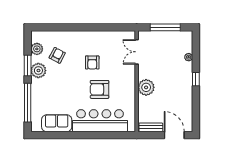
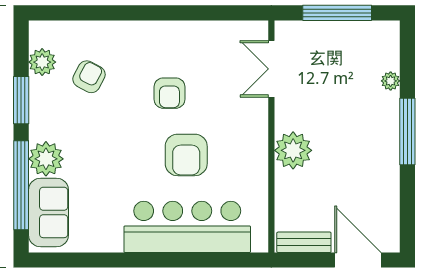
plant: (38, 71) -> (46, 159), moved
window: (196, 79) -> (407, 132), width x2.17
armchair: (100, 89) -> (186, 155), turned -90
sofa: (57, 123) -> (48, 212), moved, turned 90

